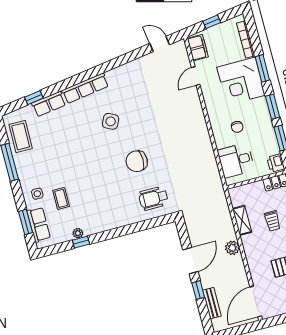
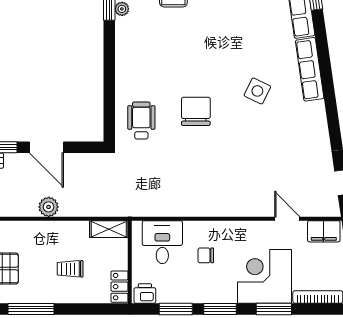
shelving: (242, 220) -> (109, 229), moved

